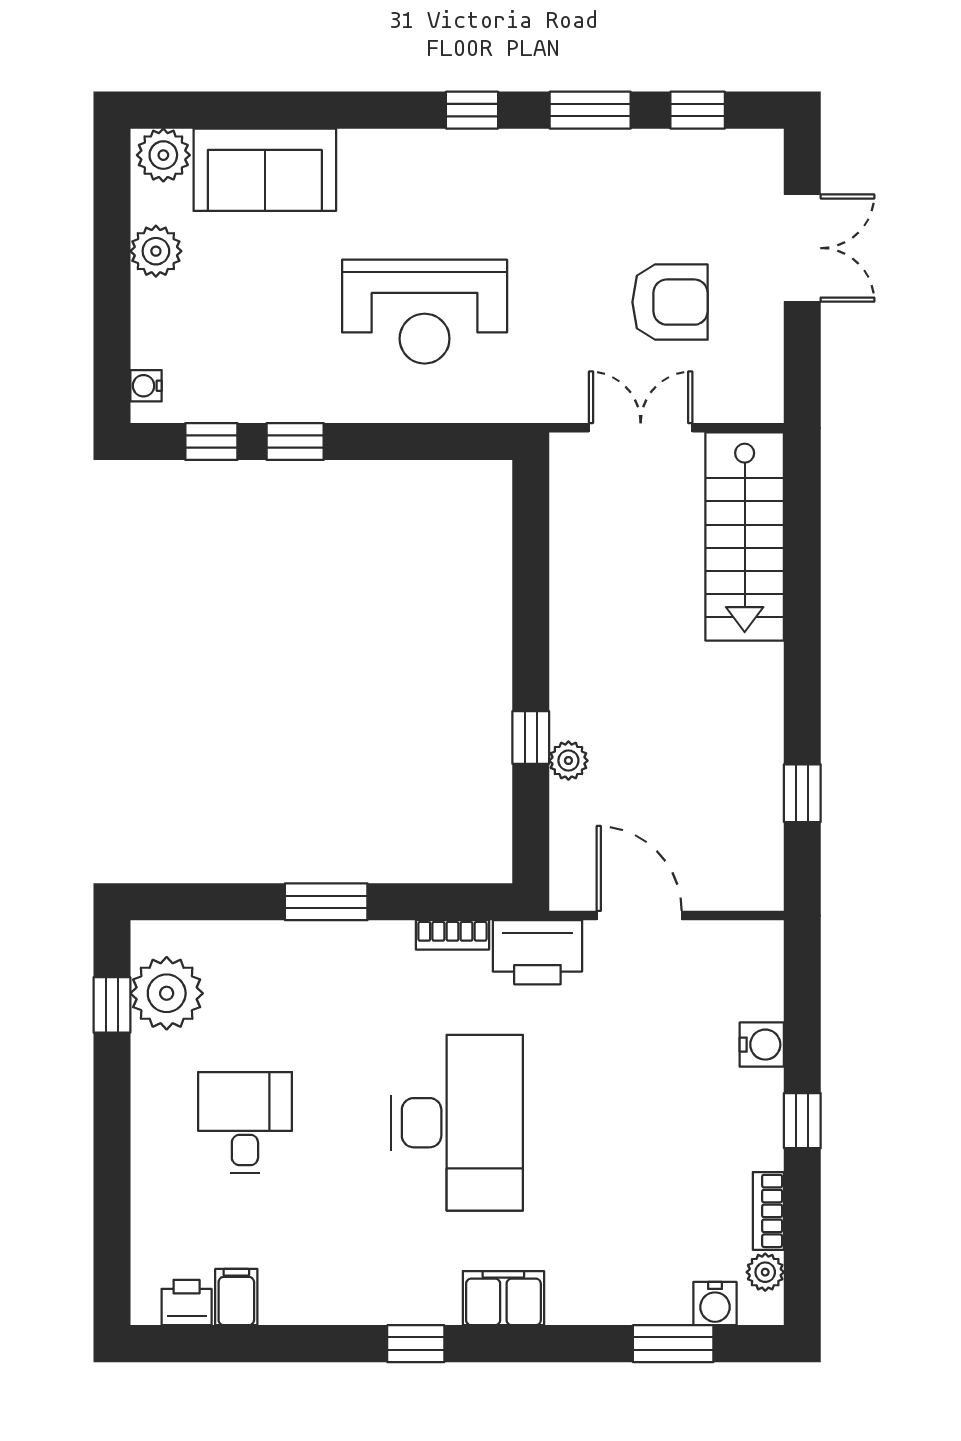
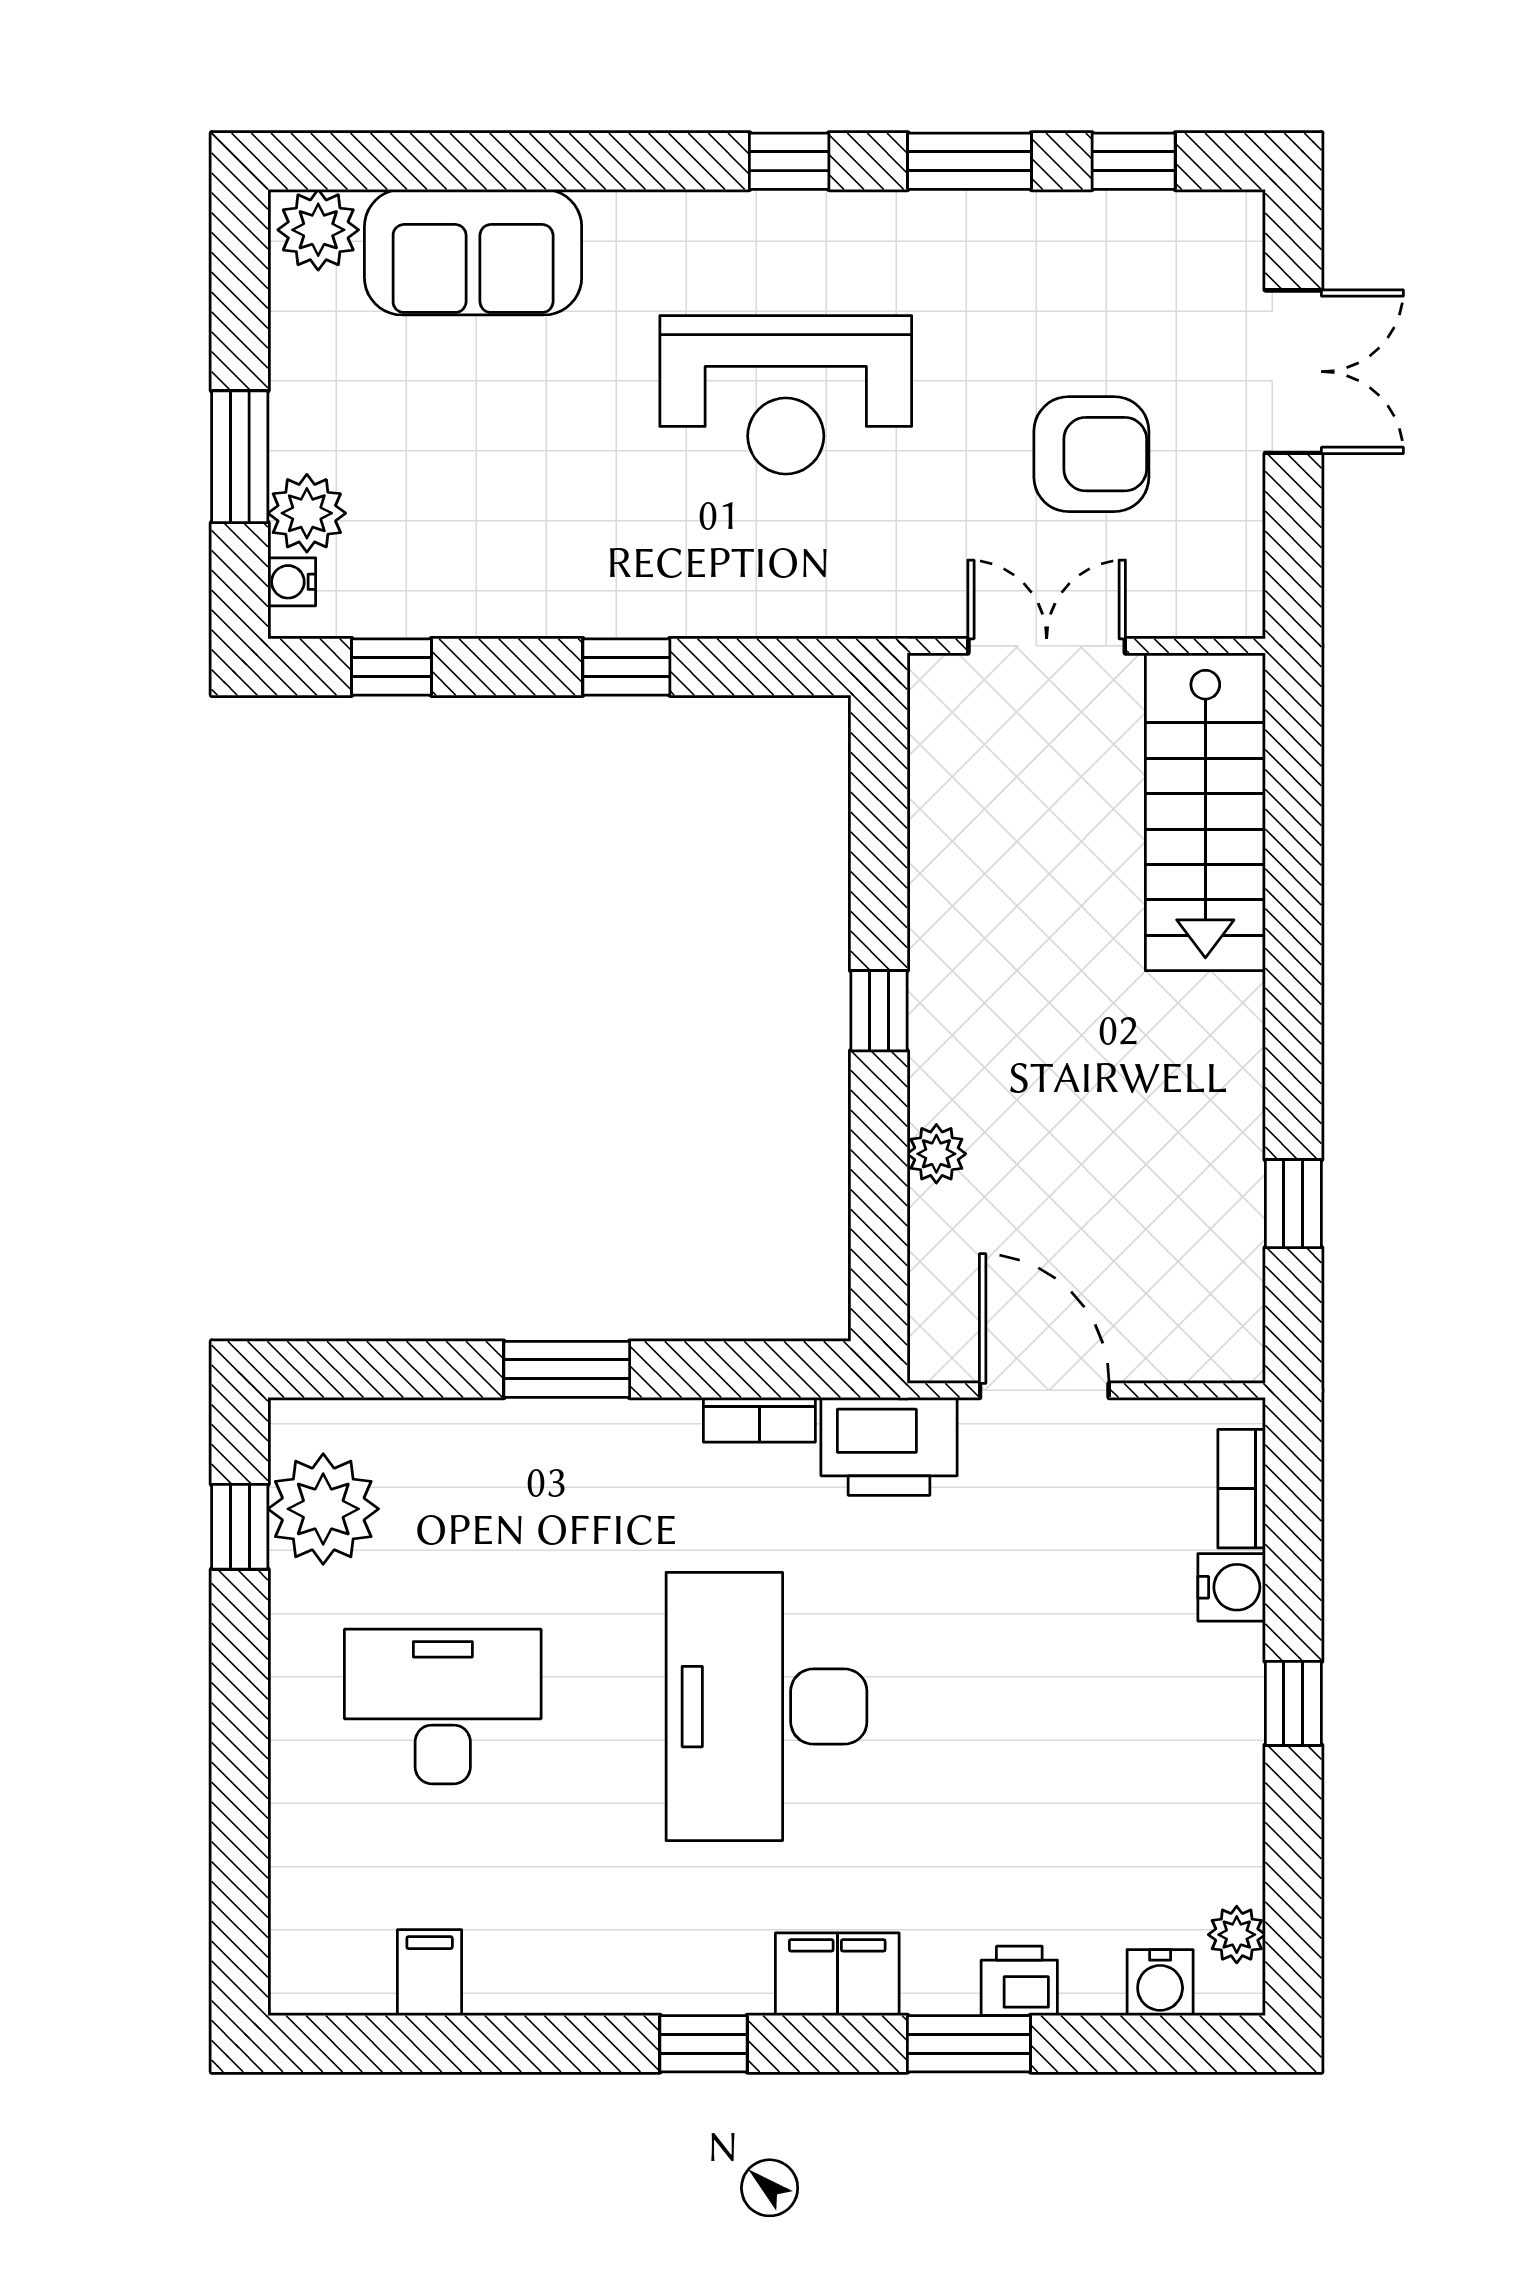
plant: (156, 251) -> (307, 513), moved
window: (112, 304) -> (240, 457), added
reception desk: (425, 312) -> (786, 395), moved
window: (295, 442) -> (626, 667), moved
window: (531, 737) -> (879, 1011), moved
desk: (245, 1123) -> (443, 1707), width x1.37
desk: (457, 1123) -> (767, 1707), turned 180
bookcase: (768, 1211) -> (1242, 1489), moved
printer: (187, 1303) -> (1019, 1981), moved
window: (673, 1344) -> (969, 2044), moved

